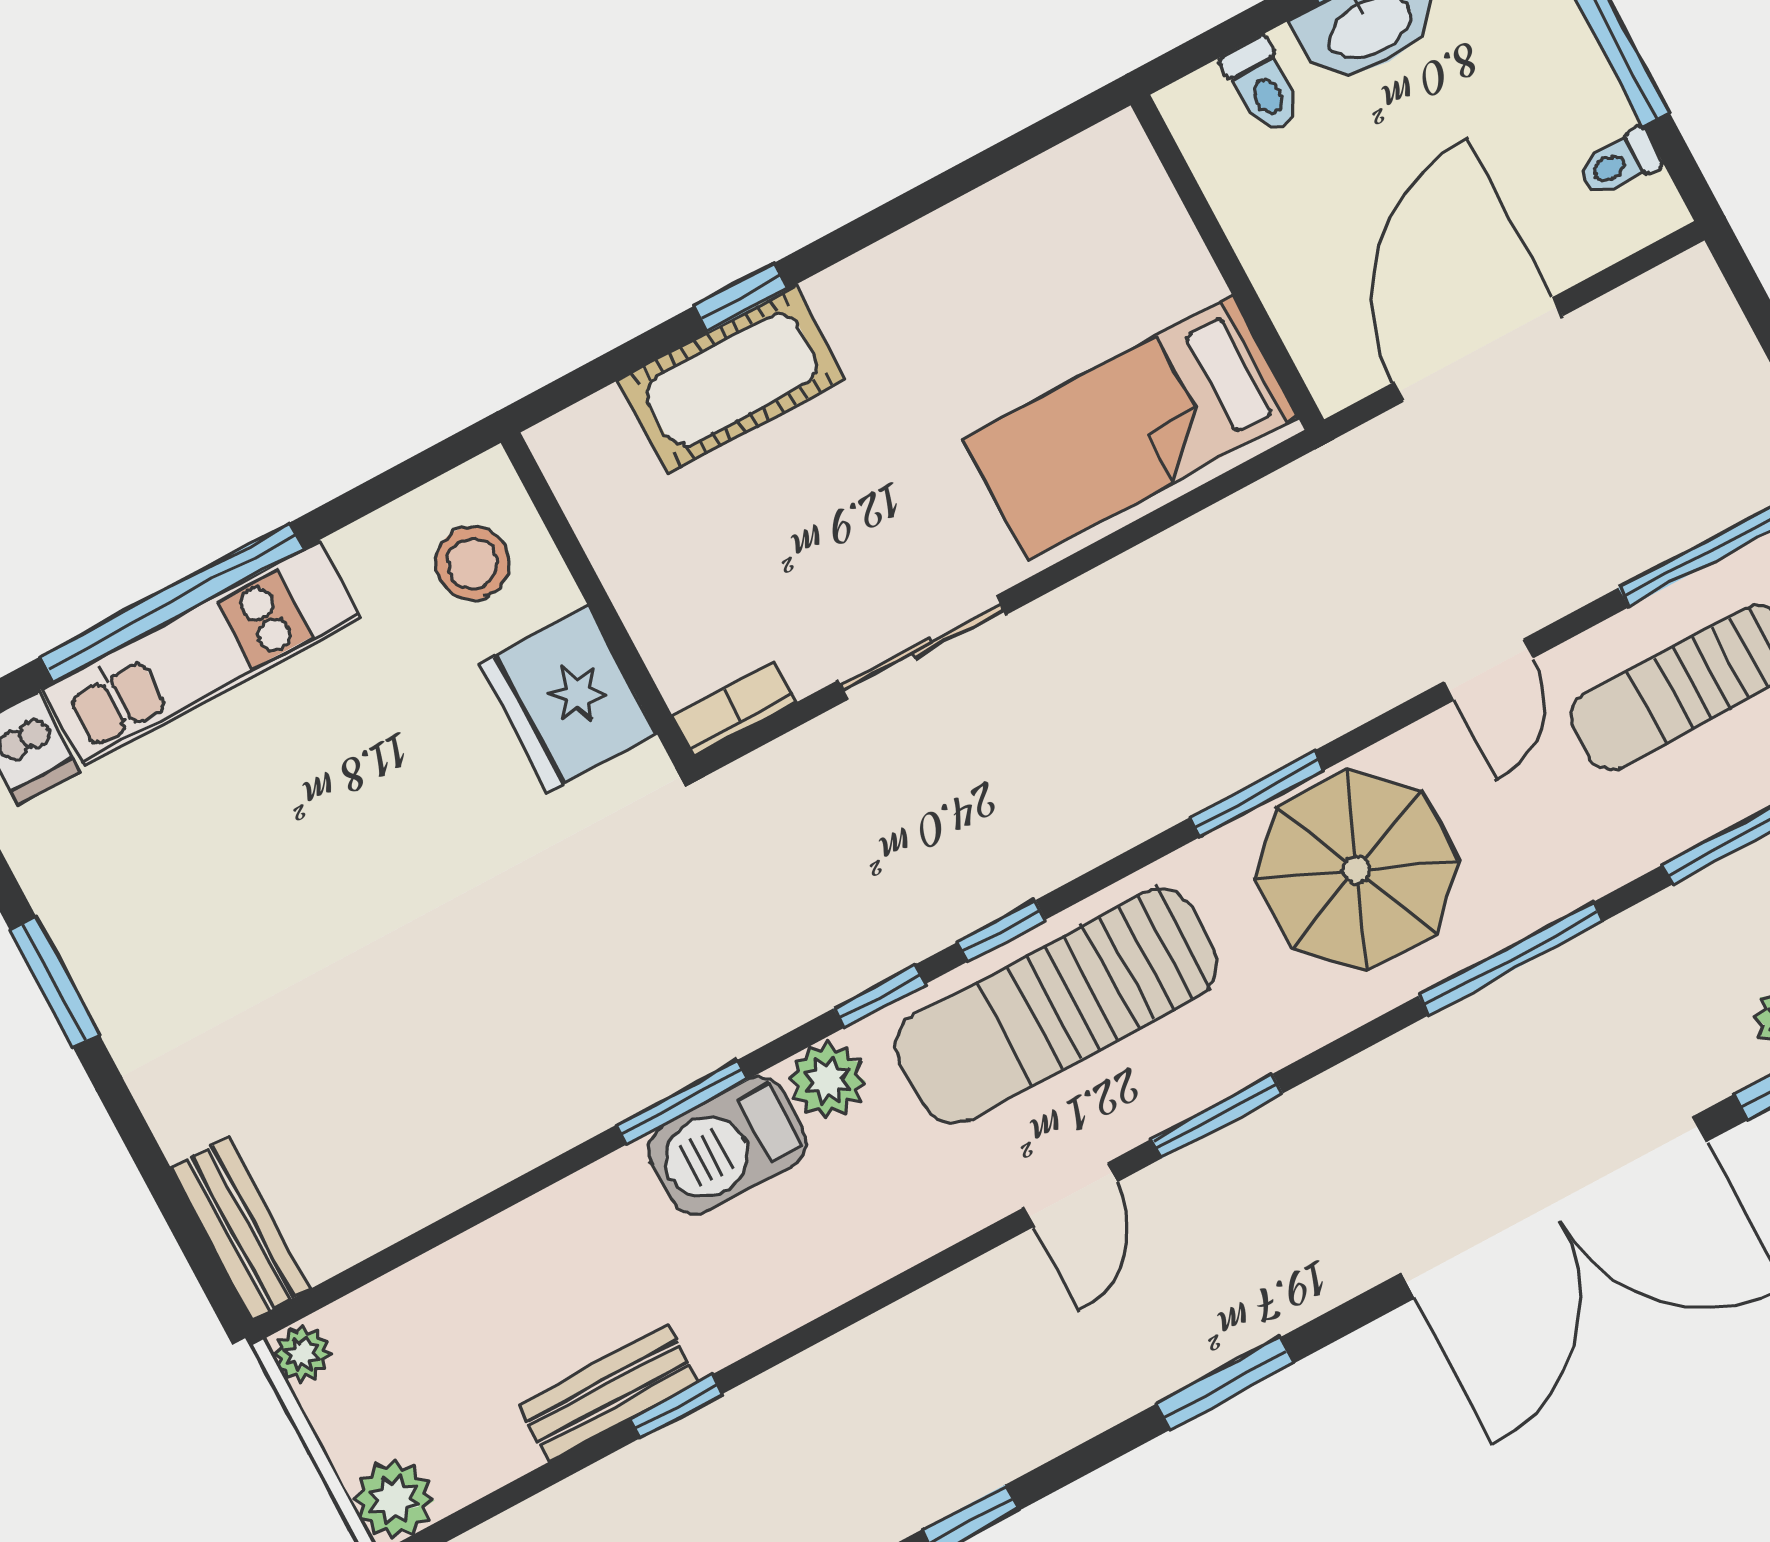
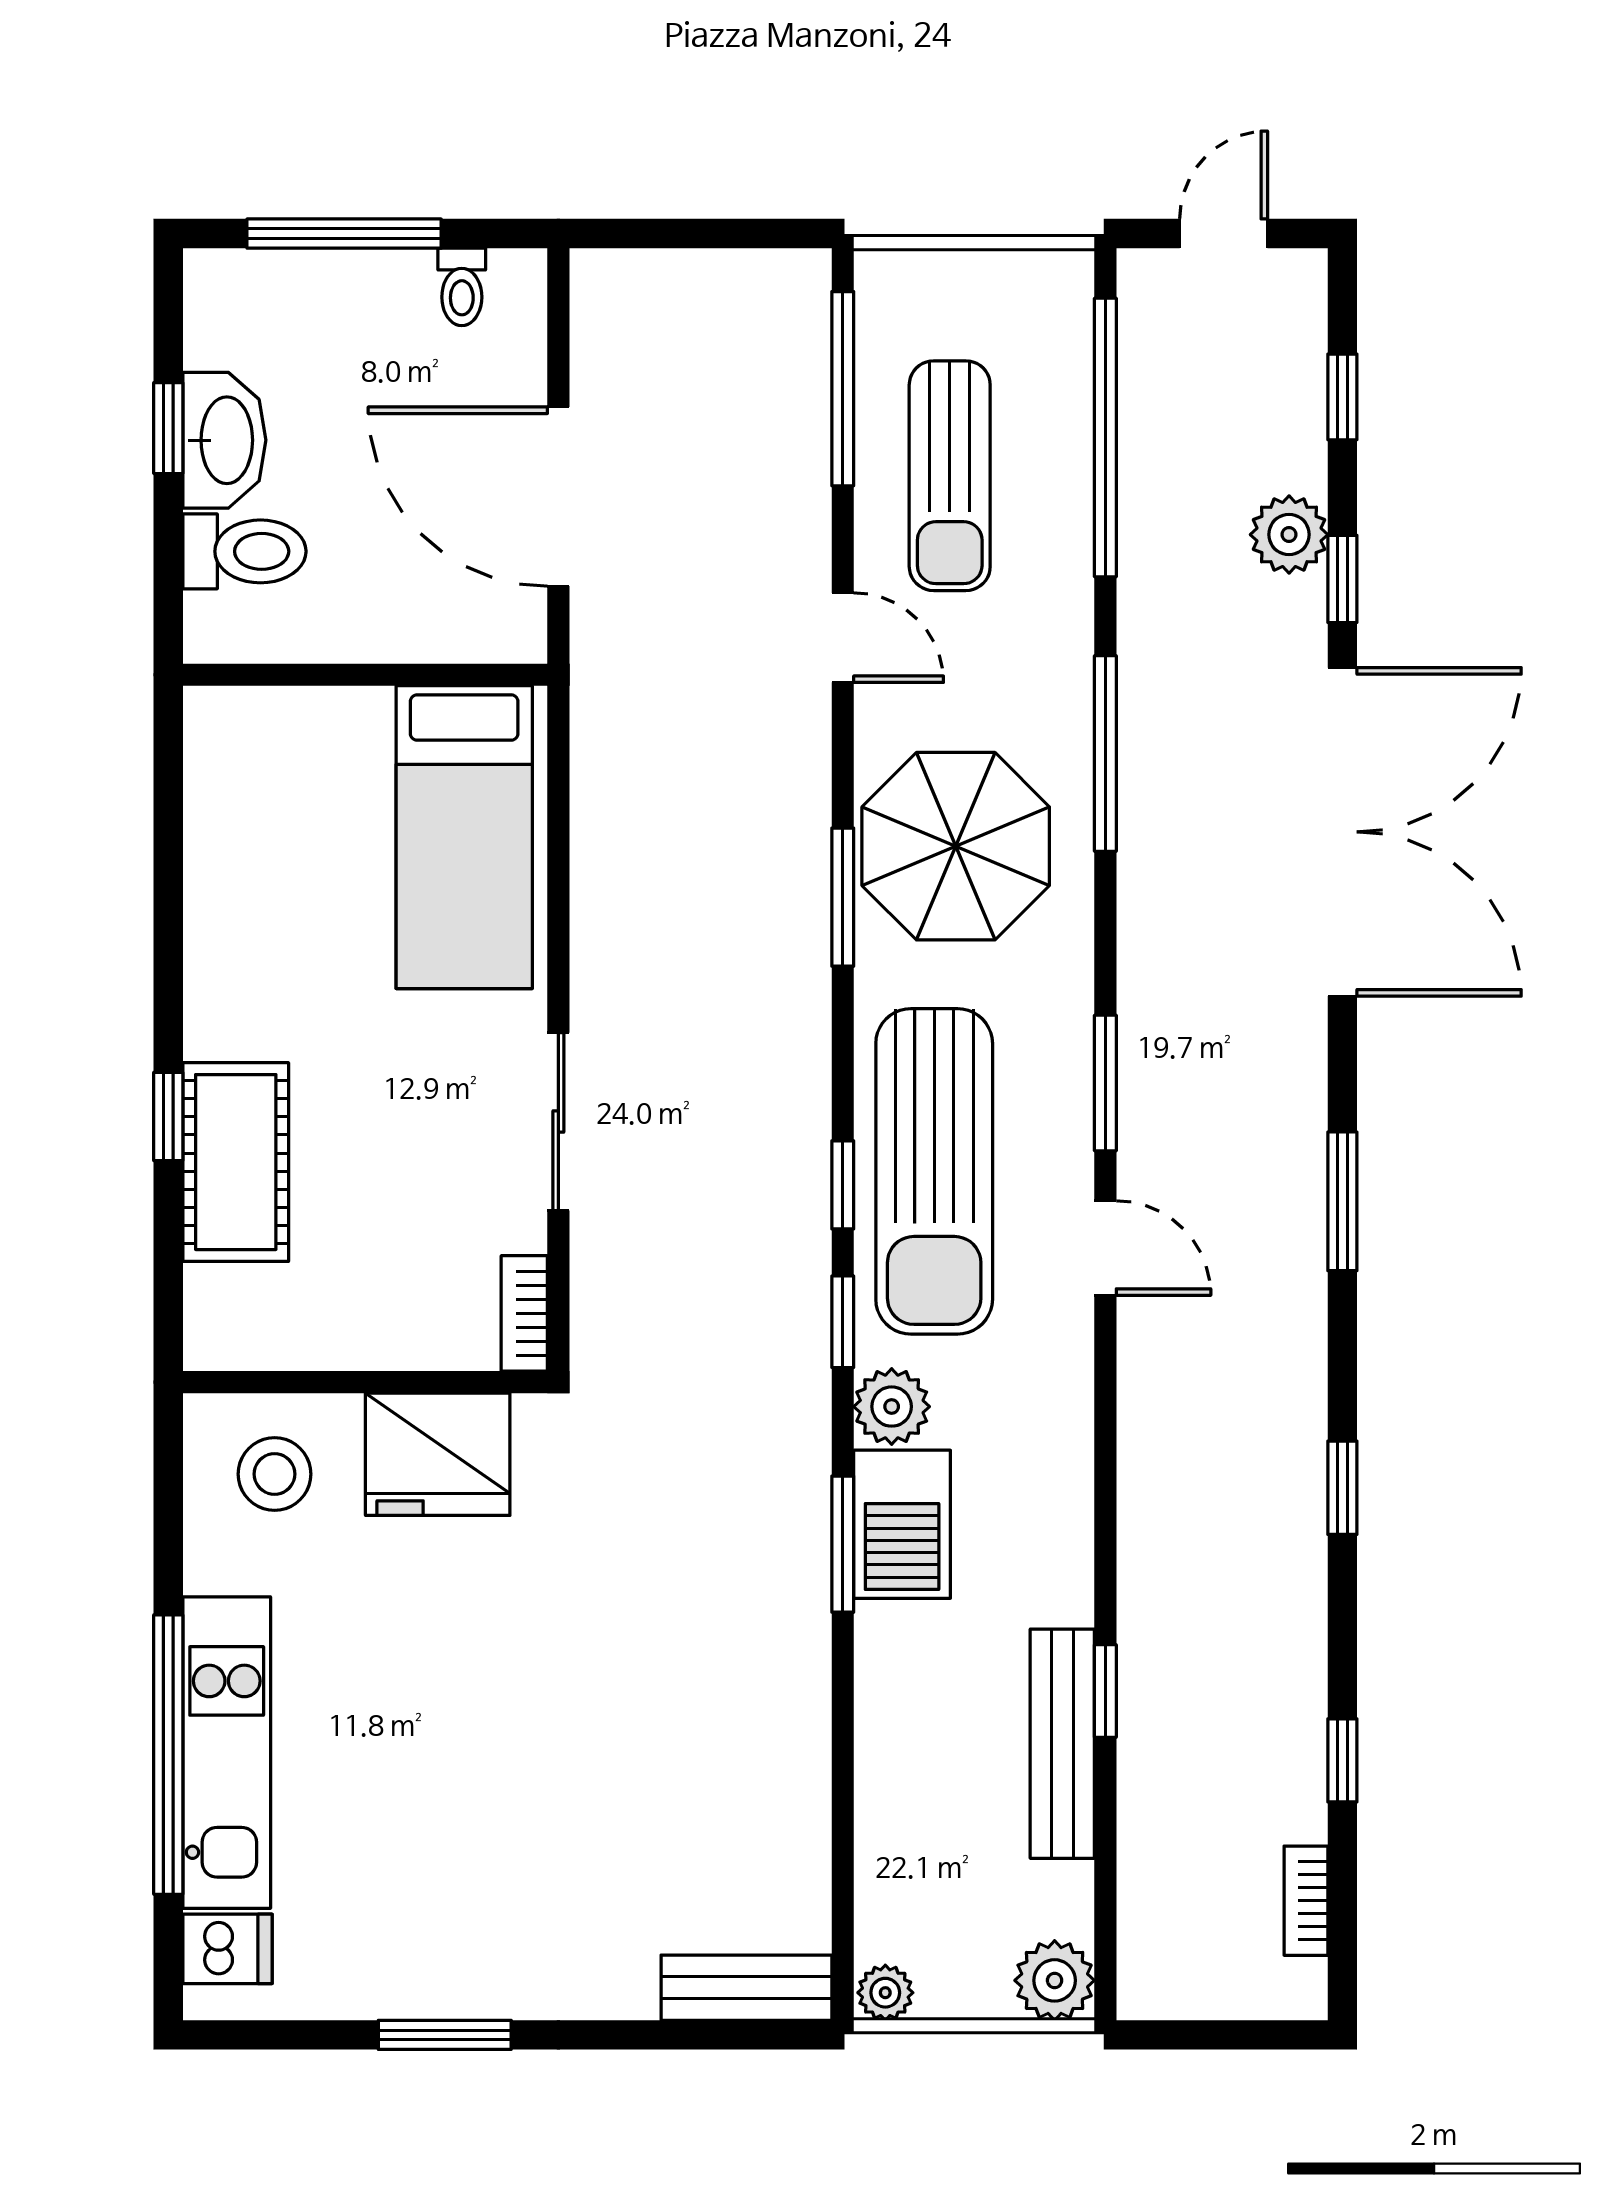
toilet: (1262, 85) -> (244, 551), width x1.37, depth x1.39
bench: (609, 1393) -> (1062, 1744), width x1.36

